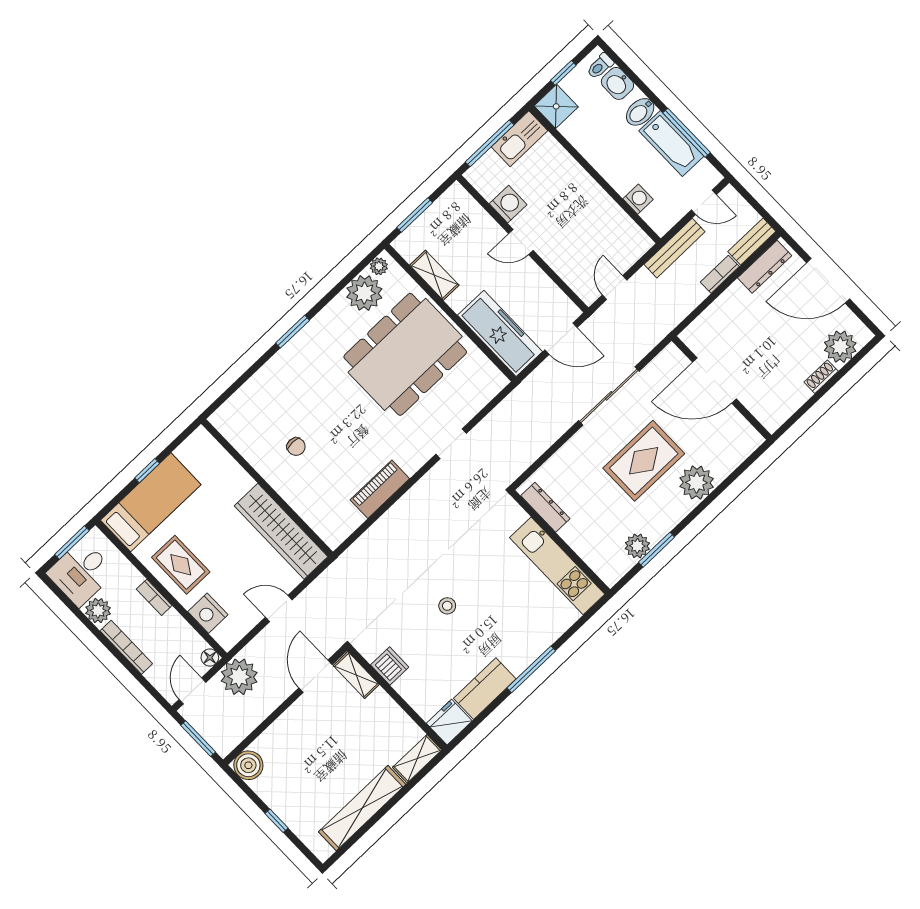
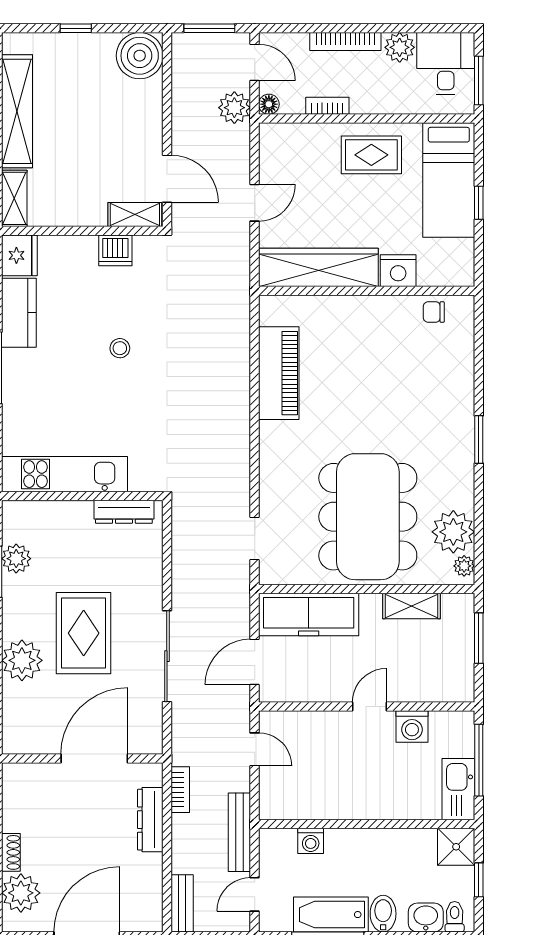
dresser: (765, 267) -> (150, 820), moved
bookcase: (720, 274) -> (180, 790), moved
doorway: (451, 444) -> (255, 539), moved
chair: (296, 447) -> (434, 312), moved
piano: (380, 489) -> (279, 373), width x1.37, depth x1.33
bookcase: (154, 597) -> (327, 106), moved
nightstand: (208, 613) -> (398, 271), moved, turned 180
plant: (239, 677) -> (234, 108), width x0.73, depth x0.73
boiler: (248, 765) -> (140, 56), width x1.37, depth x1.37

